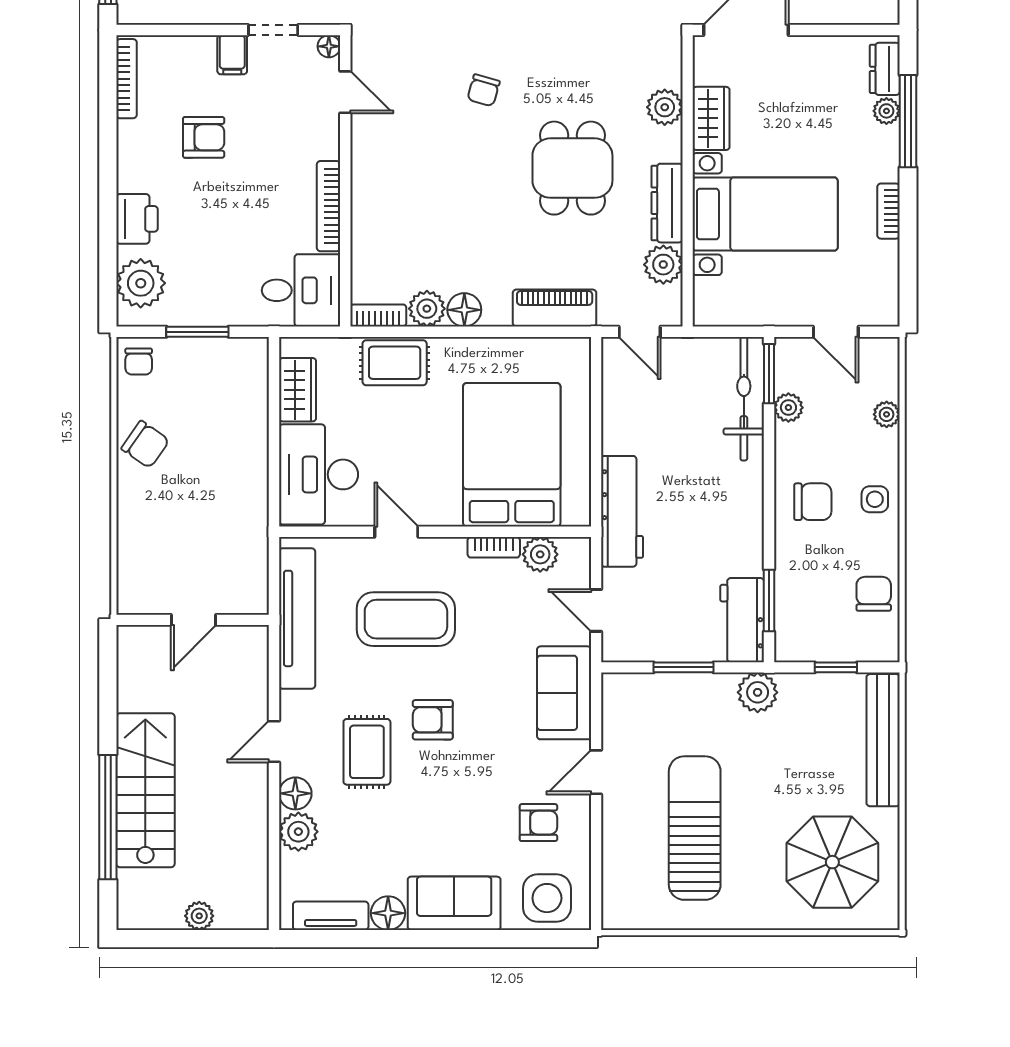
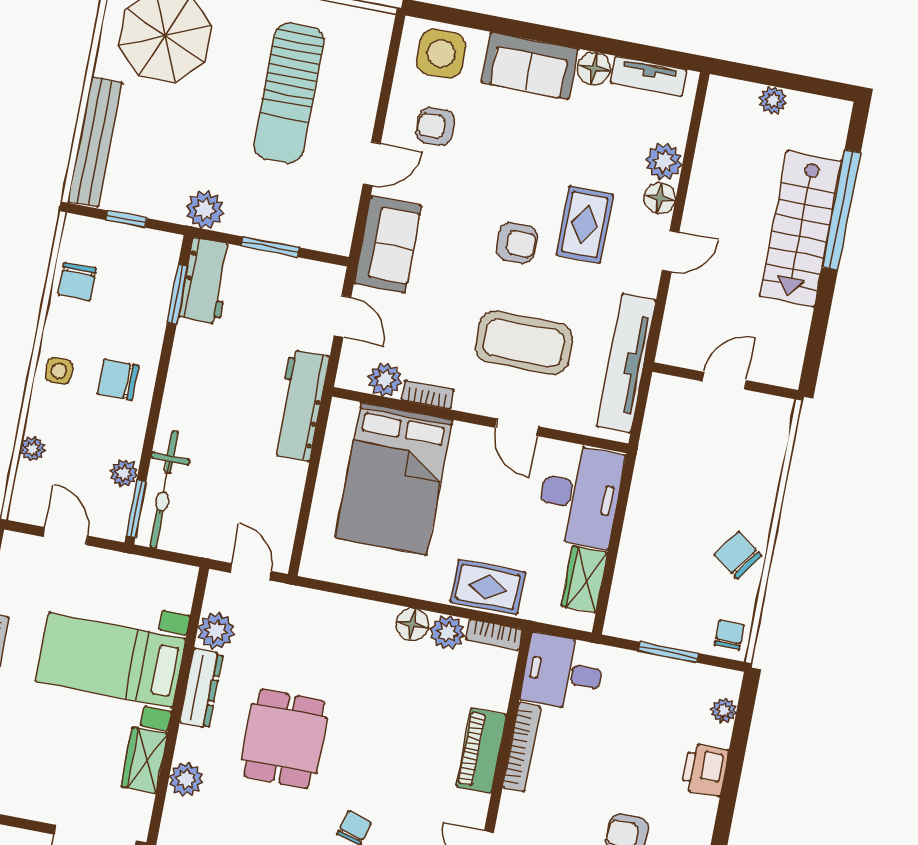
plant: (141, 283) -> (724, 710), width x0.53, depth x0.53
piano: (555, 308) -> (481, 751), moved, turned 90

